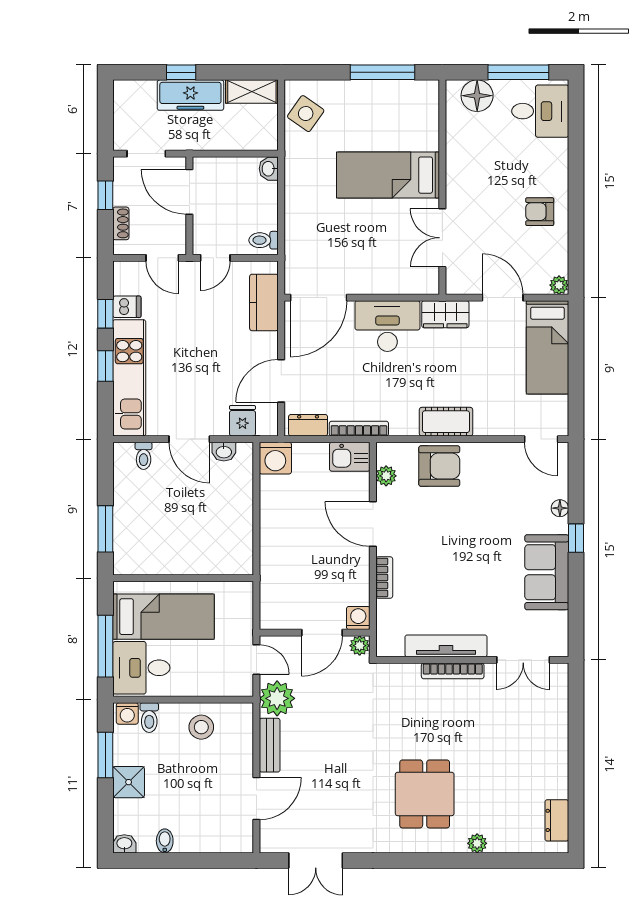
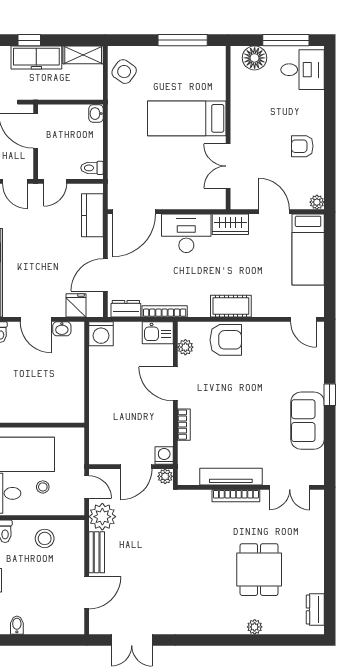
floor lamp: (560, 508) -> (318, 372), removed
stool: (199, 659) -> (43, 487), added
dining table: (425, 794) -> (259, 570), moved

